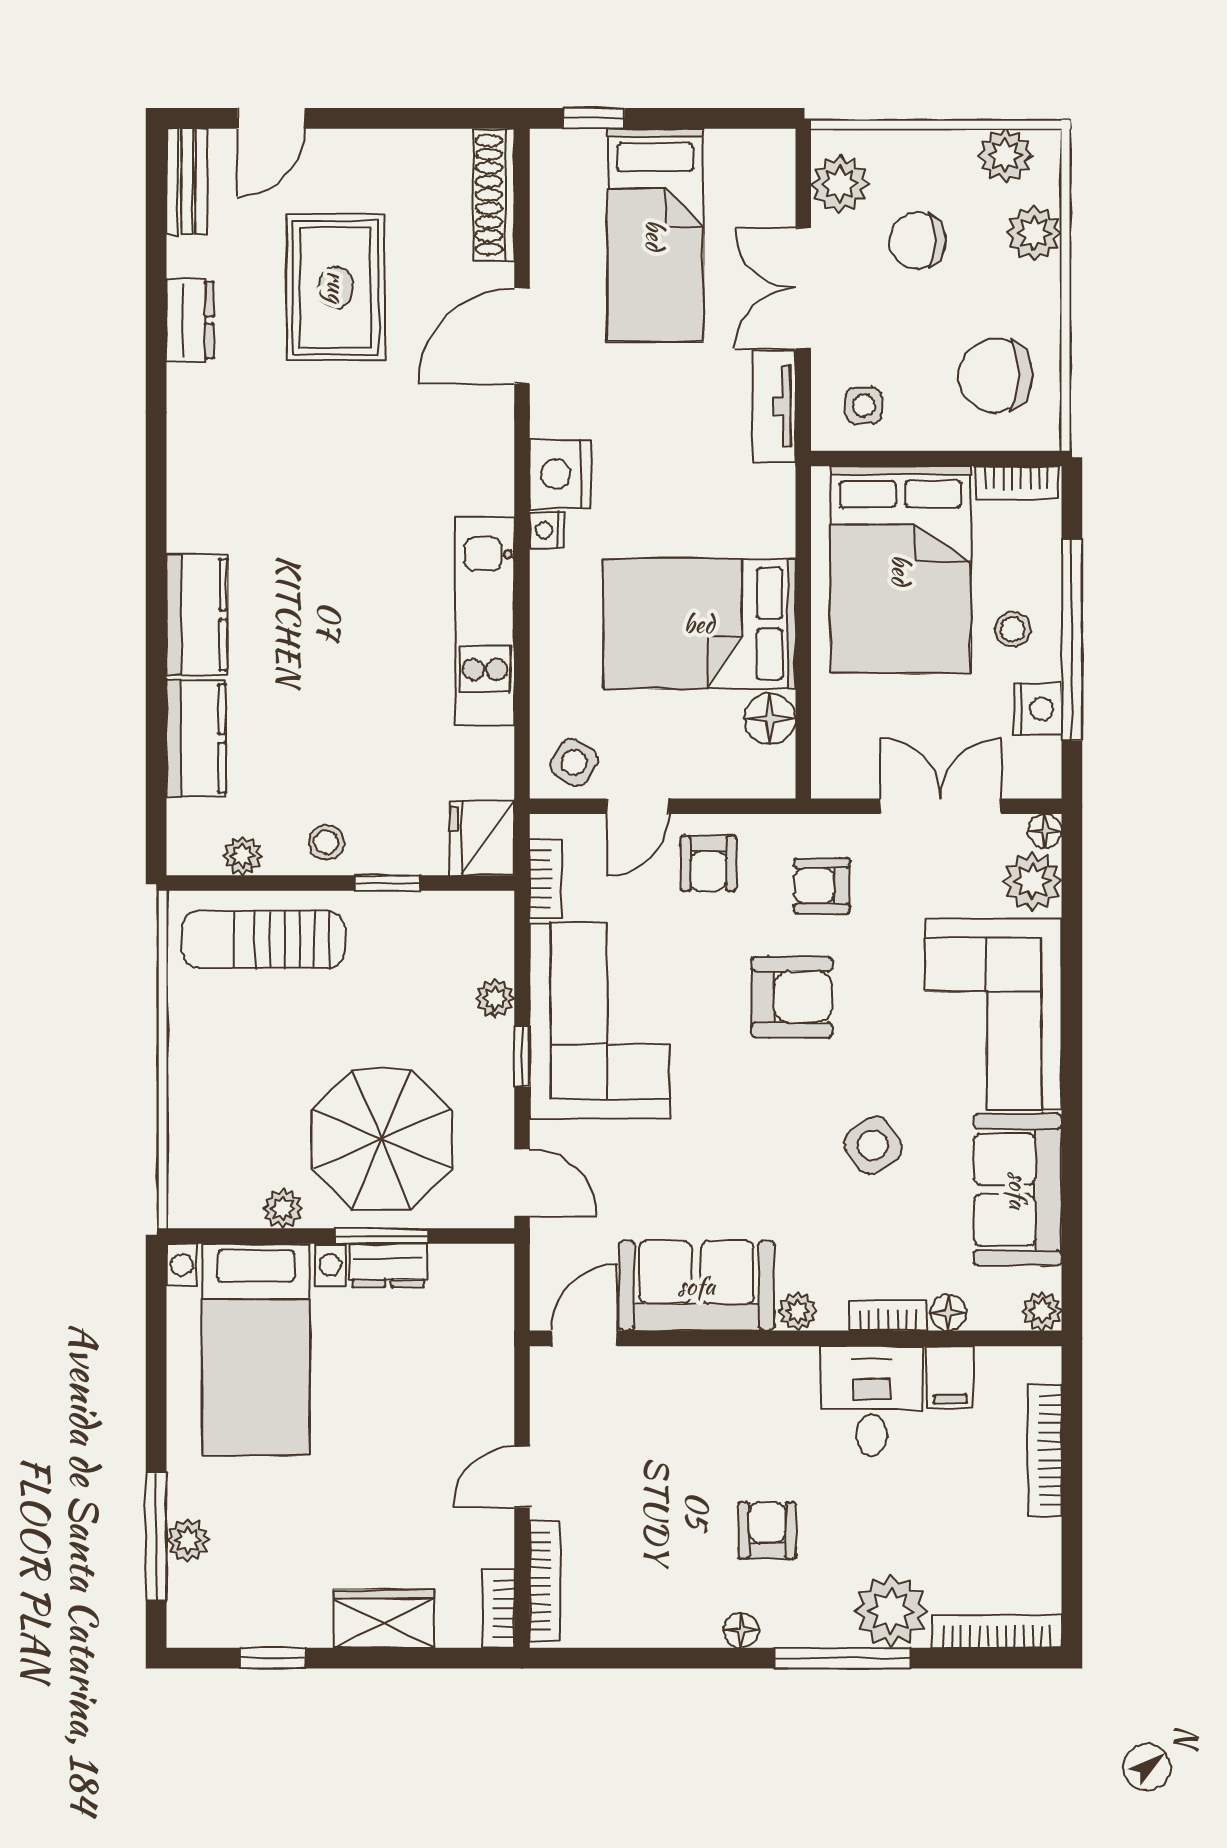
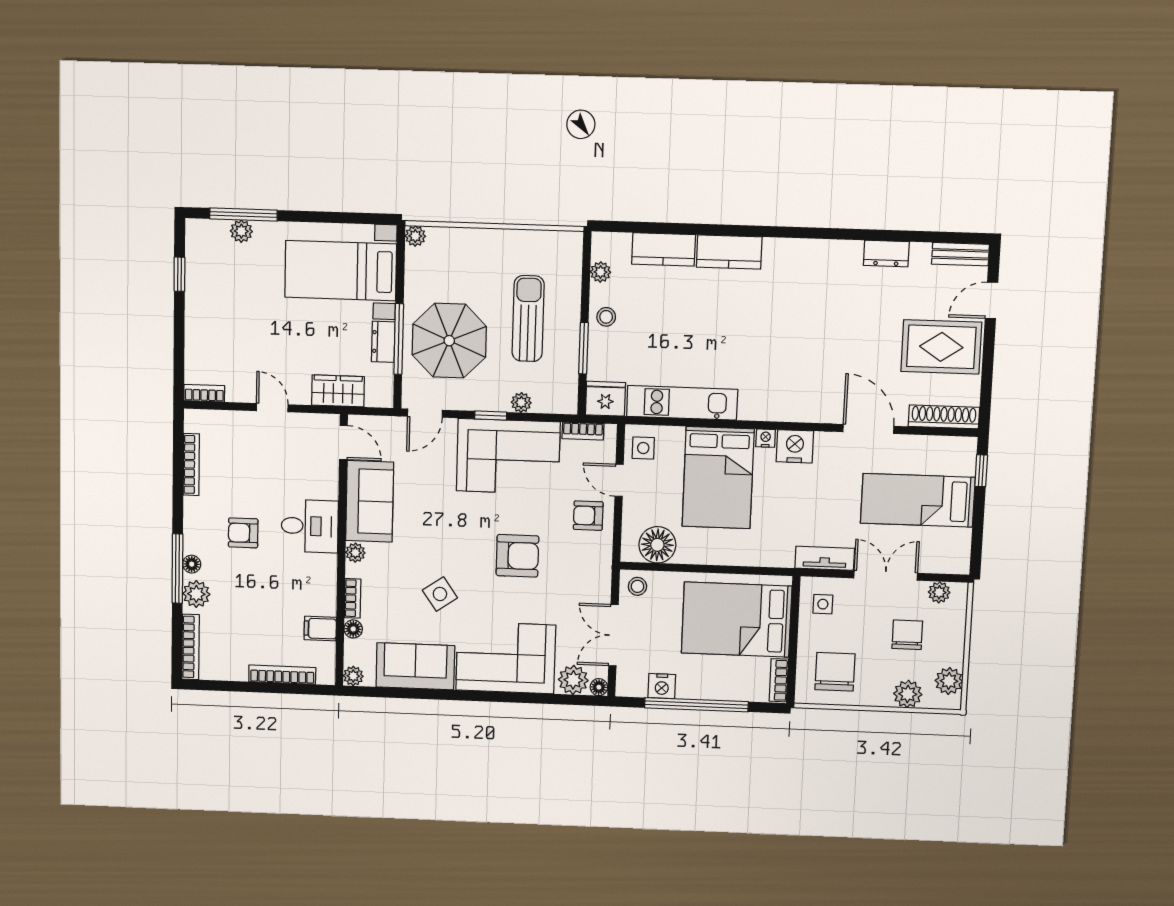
door: (271, 118) -> (992, 300), hinge flipped
plant: (840, 184) -> (939, 592), width x0.73, depth x0.73
rug: (336, 287) -> (941, 347), moved
kitchen unit: (485, 621) -> (682, 403), moved
bed: (699, 624) -> (718, 478), moved, turned 180
stool: (1013, 629) -> (637, 586), moved
floor lamp: (770, 719) -> (657, 545), width x1.38, depth x1.38
side table: (574, 762) -> (643, 448), turned -31
double door: (941, 806) -> (613, 635), swing flipped
window: (387, 883) -> (584, 348), width x1.50
armchair: (822, 886) -> (575, 573), removed
sun lounger: (263, 939) -> (528, 319), moved
armchair: (792, 997) -> (517, 556), turned -90
plant: (283, 1209) -> (415, 236), moved
window: (382, 1236) -> (399, 339), width x1.44
desk: (872, 1401) -> (310, 526), moved
armchair: (767, 1530) -> (243, 533), turned 180
bookcase: (545, 1581) -> (191, 464), moved, turned -90
plant: (891, 1611) -> (196, 594), width x0.73, depth x0.73
wardrobe: (384, 1619) -> (338, 391), moved, turned -90
floor lamp: (741, 1630) -> (192, 564), moved

